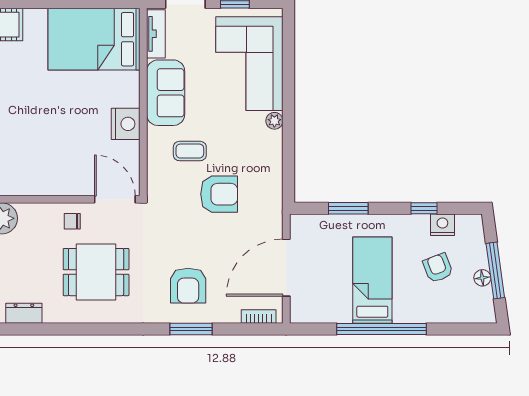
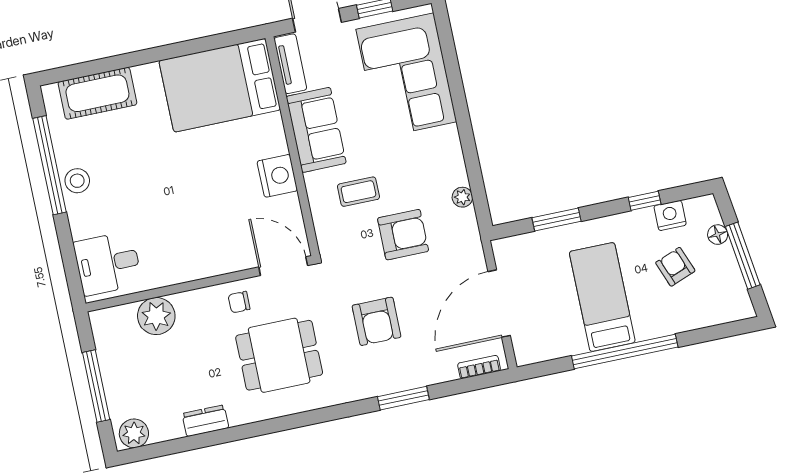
plant: (274, 121) -> (462, 197), moved
floor lamp: (482, 278) -> (718, 235), moved
armchair: (188, 286) -> (376, 321), moved

